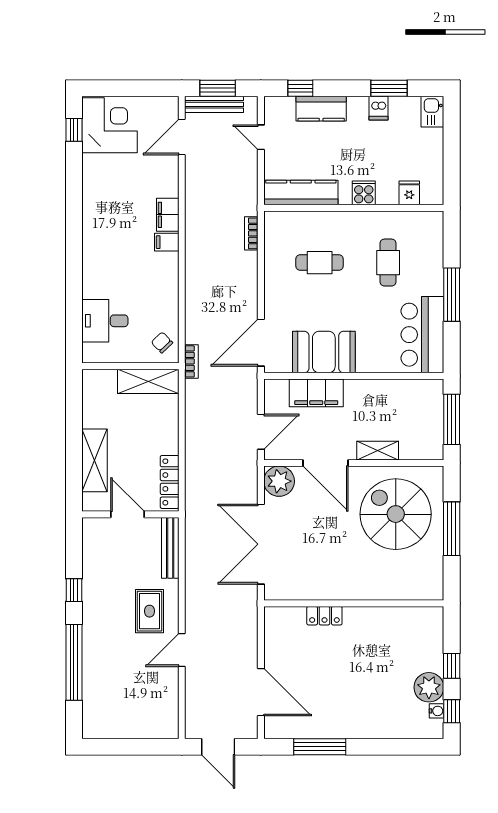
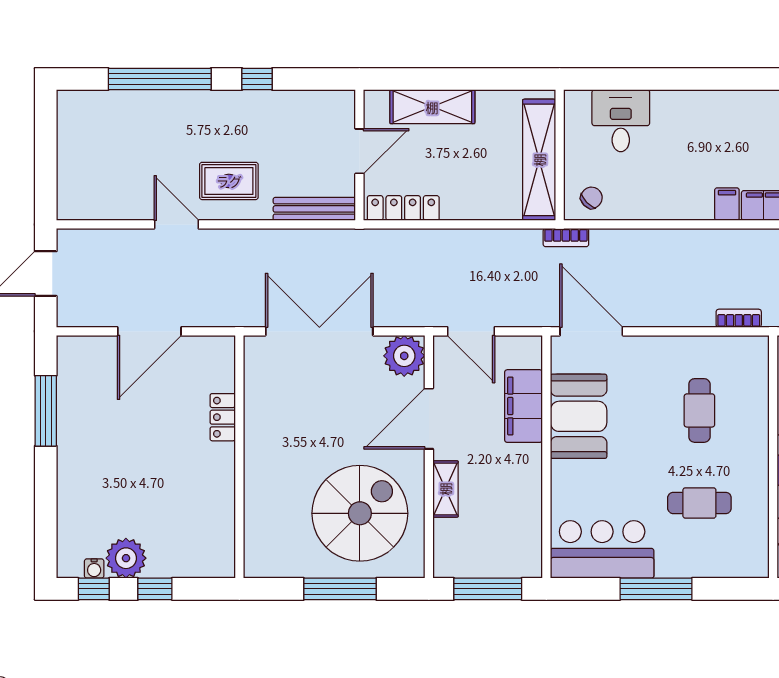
shelving: (148, 381) -> (539, 160), width x1.47
door: (261, 692) -> (149, 331), moved

